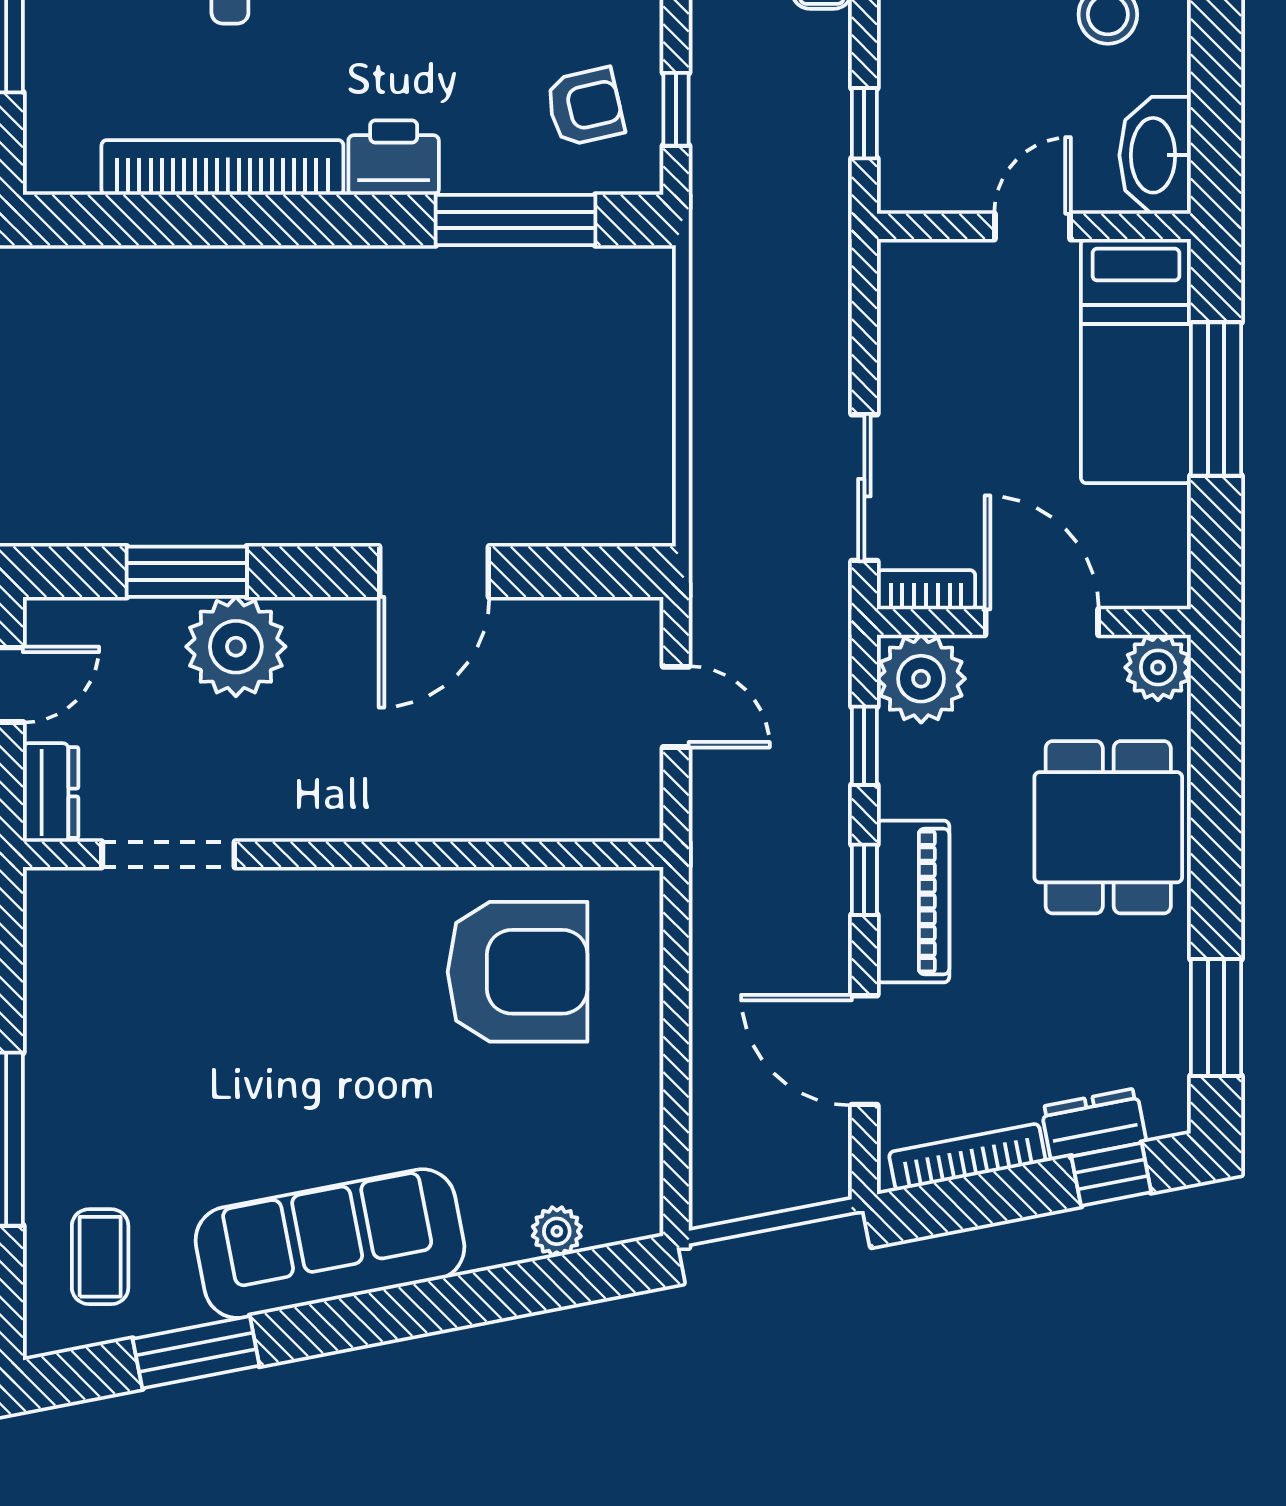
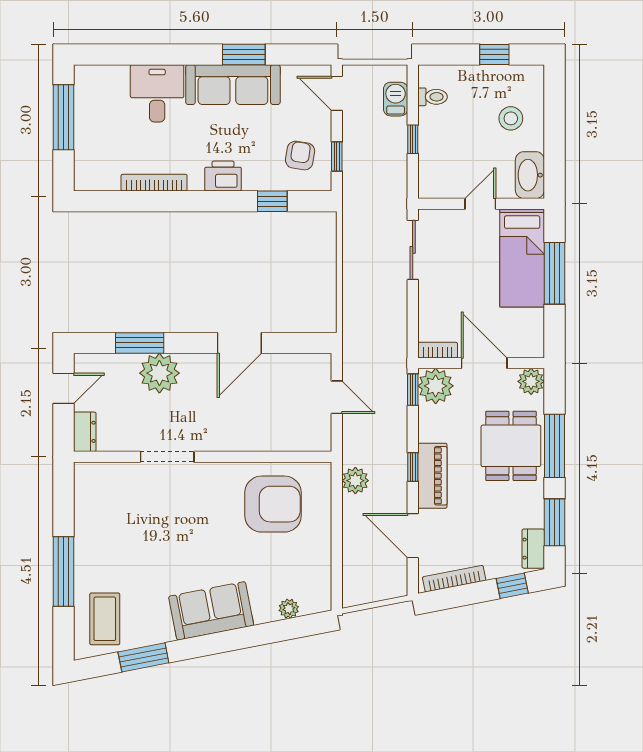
armchair: (585, 107) -> (300, 156), turned -68
window: (864, 123) -> (413, 139), moved
bookcase: (222, 167) -> (154, 183), width x0.68, depth x0.76
window: (516, 220) -> (272, 201), width x0.46
sliding door: (864, 488) -> (413, 250), moved
window: (864, 746) -> (413, 390), moved
window: (1216, 828) -> (554, 446), added
doorway: (168, 854) -> (167, 457), moved
plant: (722, 913) -> (355, 481), added
dresser: (1094, 1124) -> (533, 549), moved, turned -79
sofa: (330, 1244) -> (211, 611), width x0.73
coffee table: (100, 1257) -> (105, 619), width x1.36, depth x1.30

